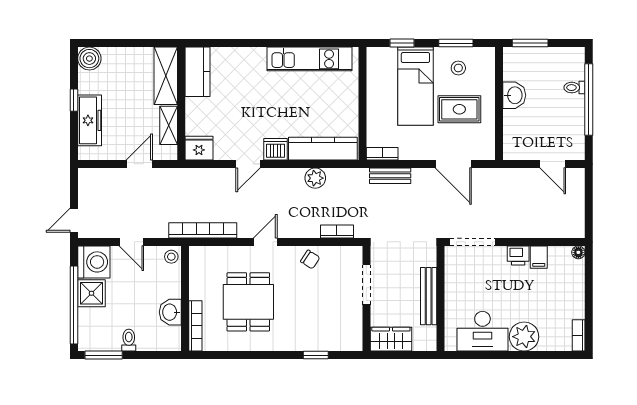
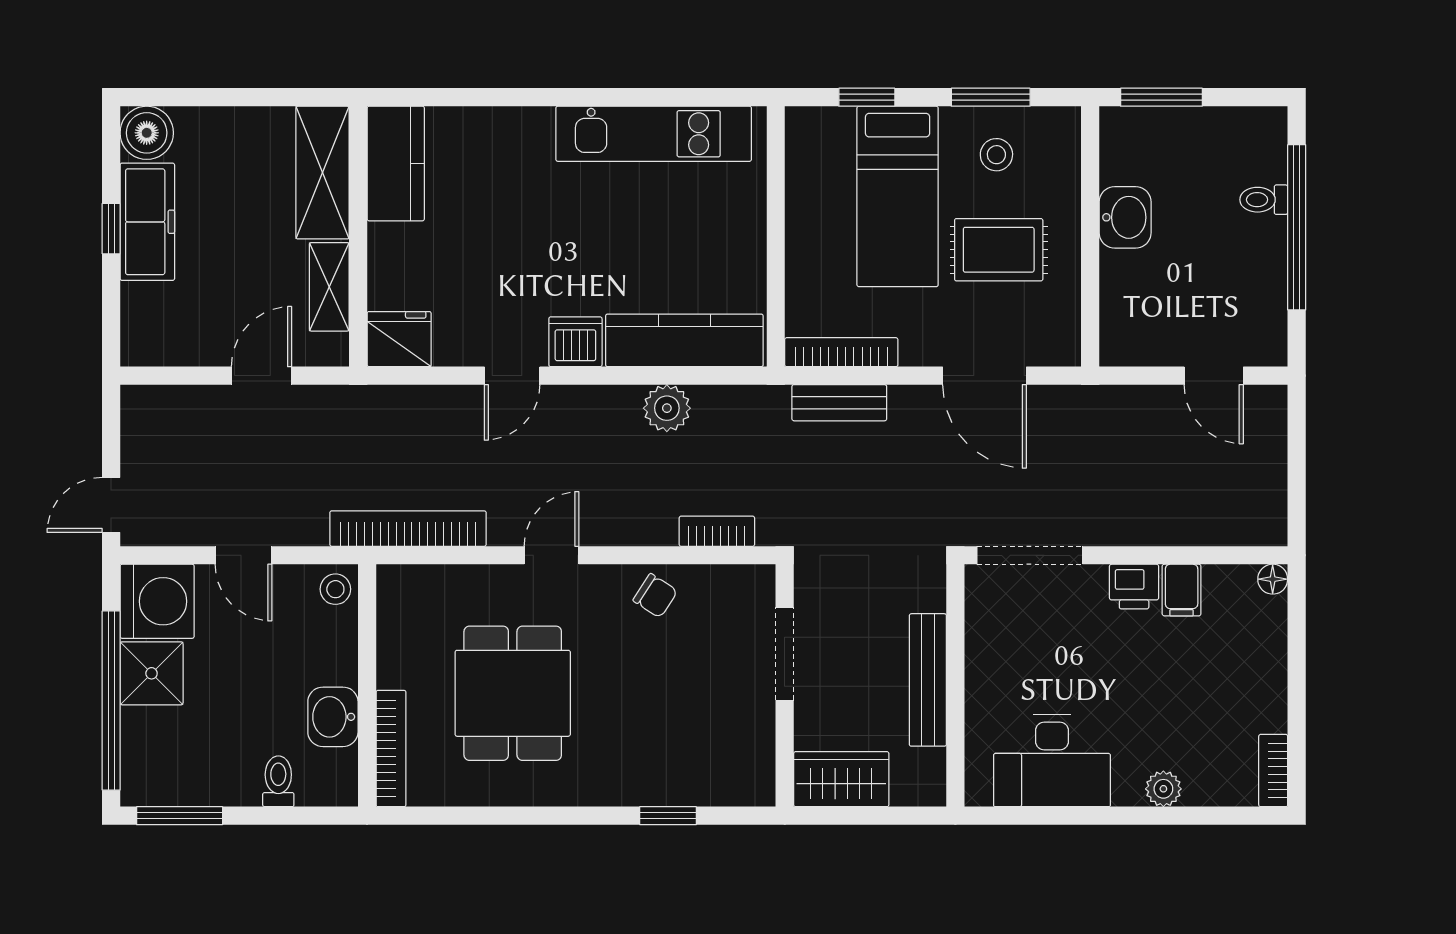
freezer: (90, 120) -> (147, 222), moved
bookcase: (382, 154) -> (841, 352), width x1.56
plant: (524, 337) -> (1163, 789), width x0.53, depth x0.53
toilet: (129, 340) -> (278, 781), moved

